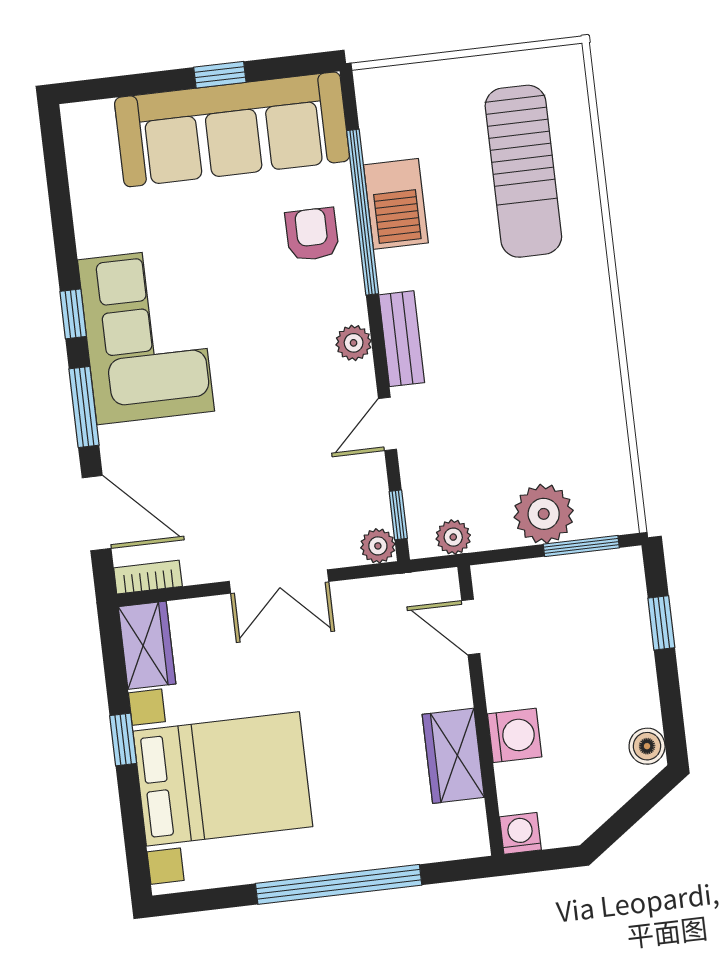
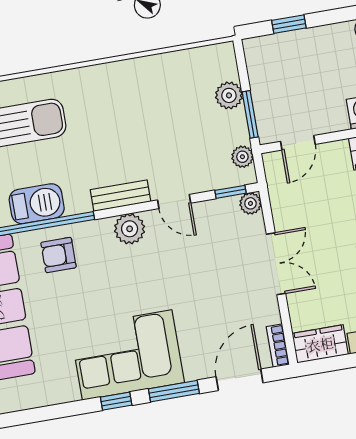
plant: (354, 343) -> (130, 229), width x1.38, depth x1.38
plant: (544, 514) -> (229, 95), width x0.73, depth x0.73
window: (581, 546) -> (250, 114), moved

